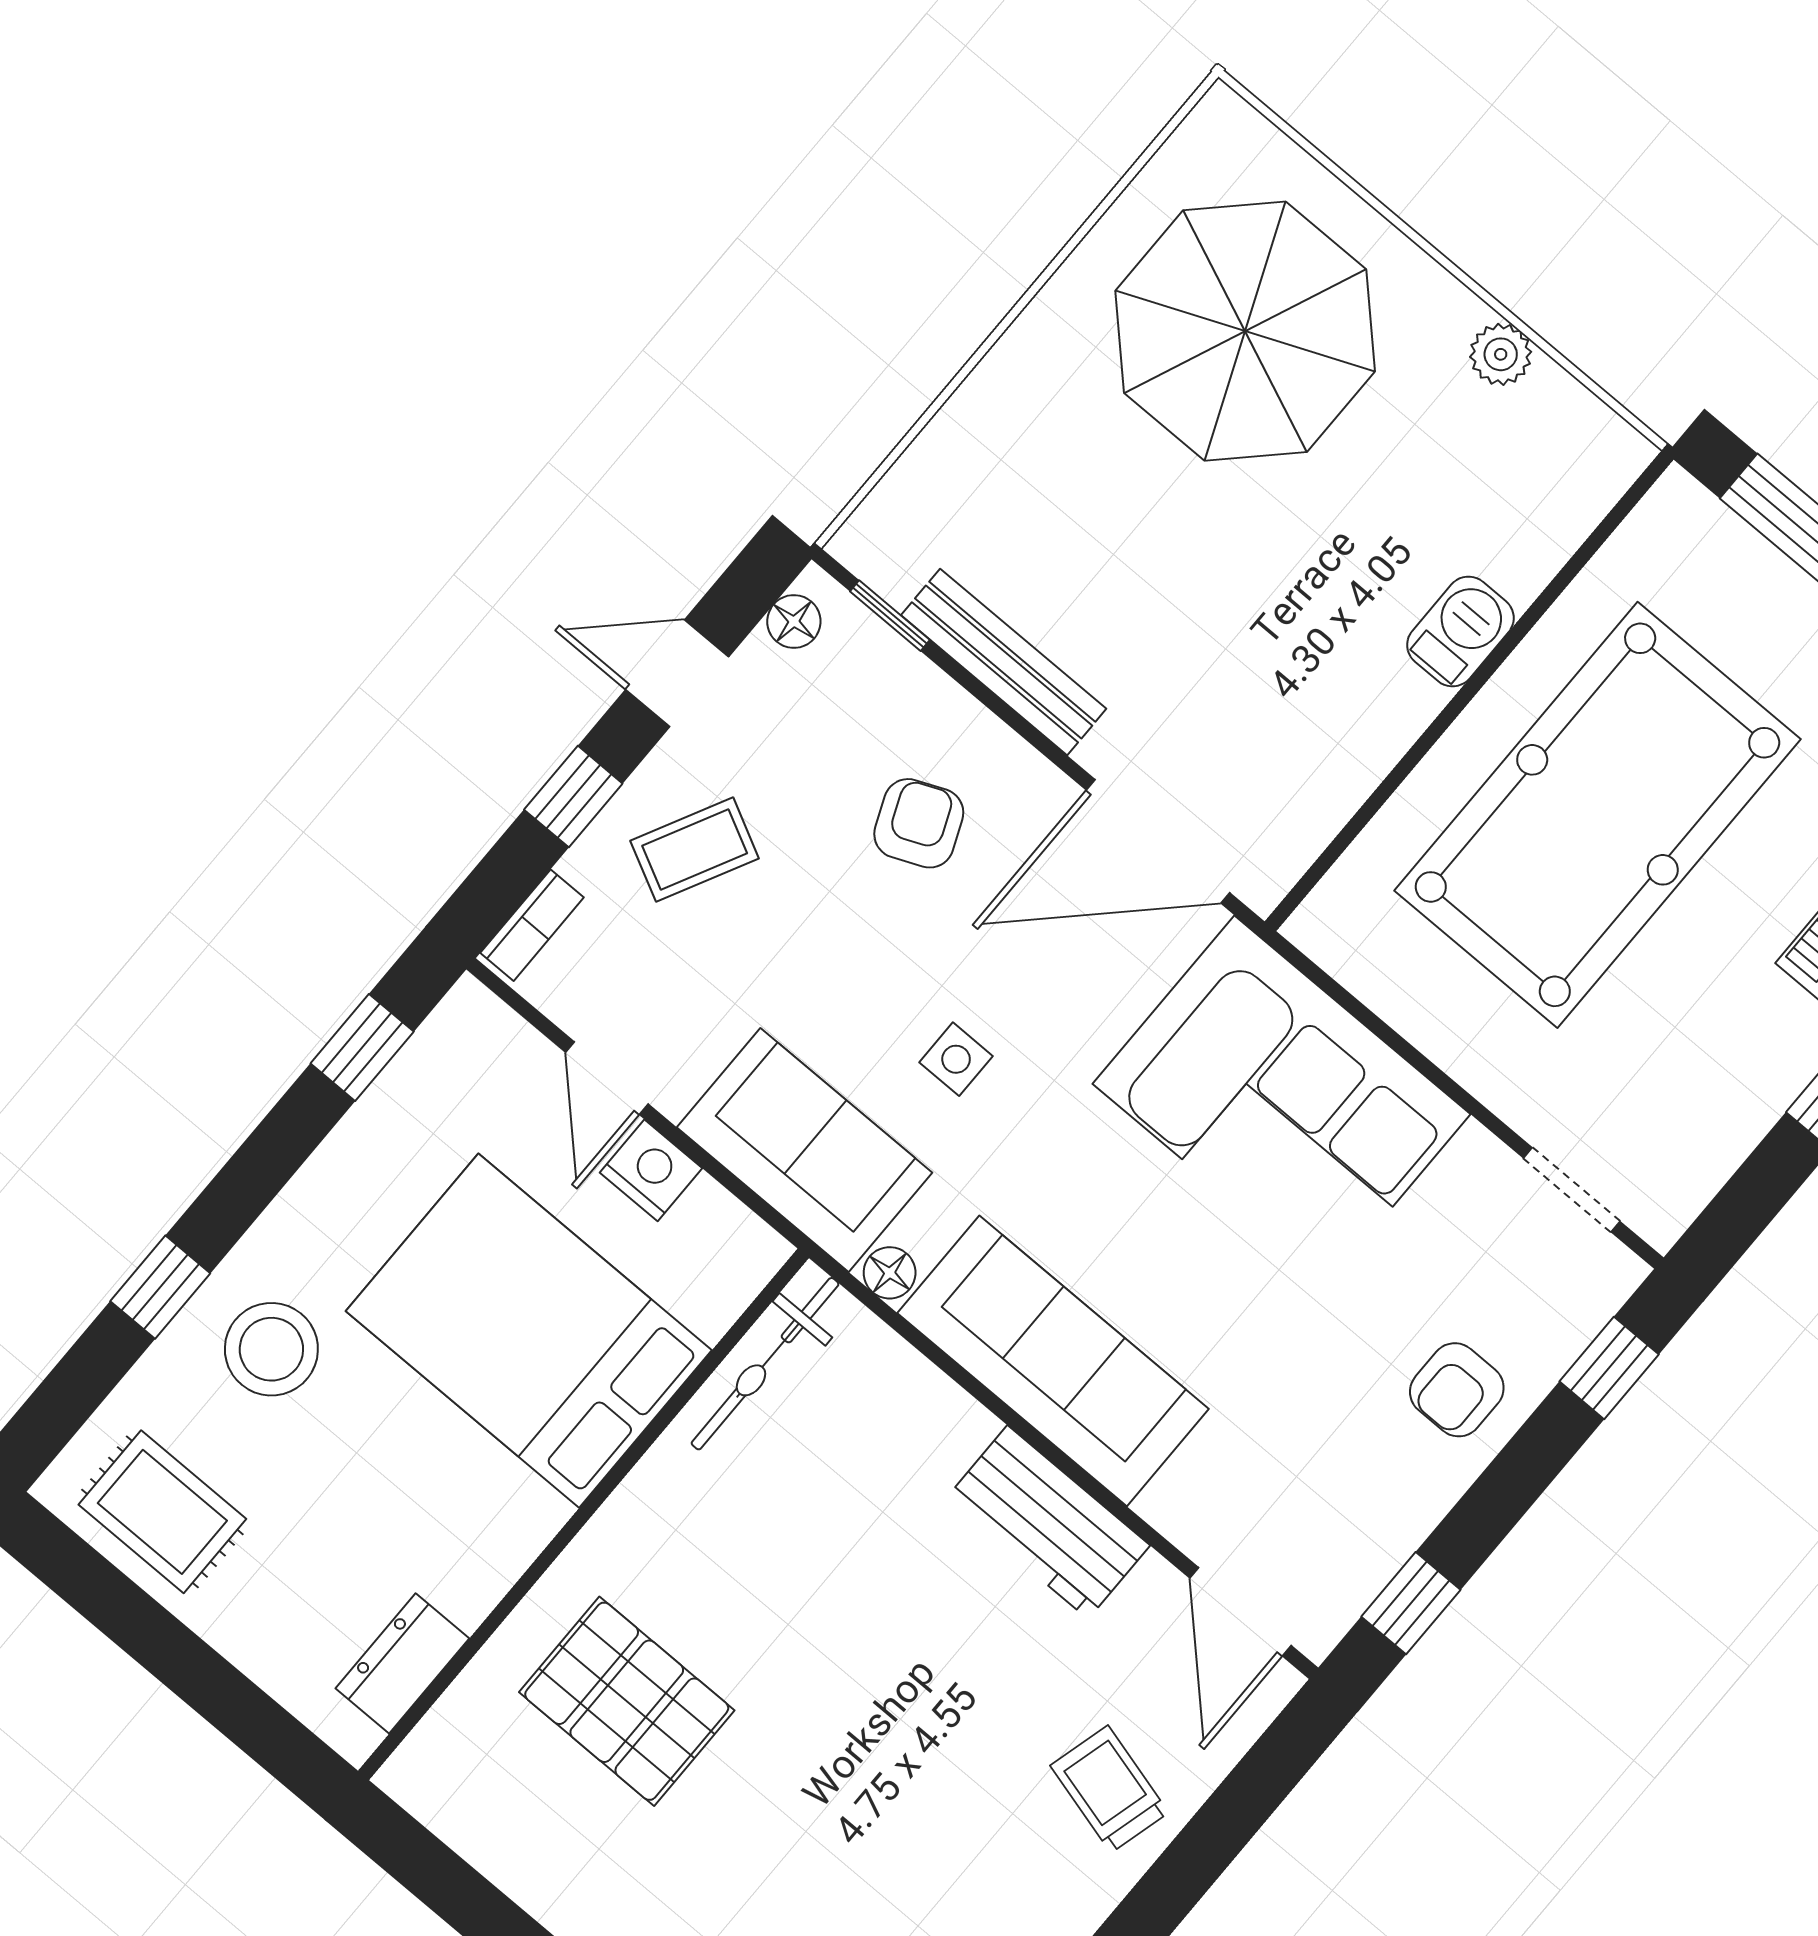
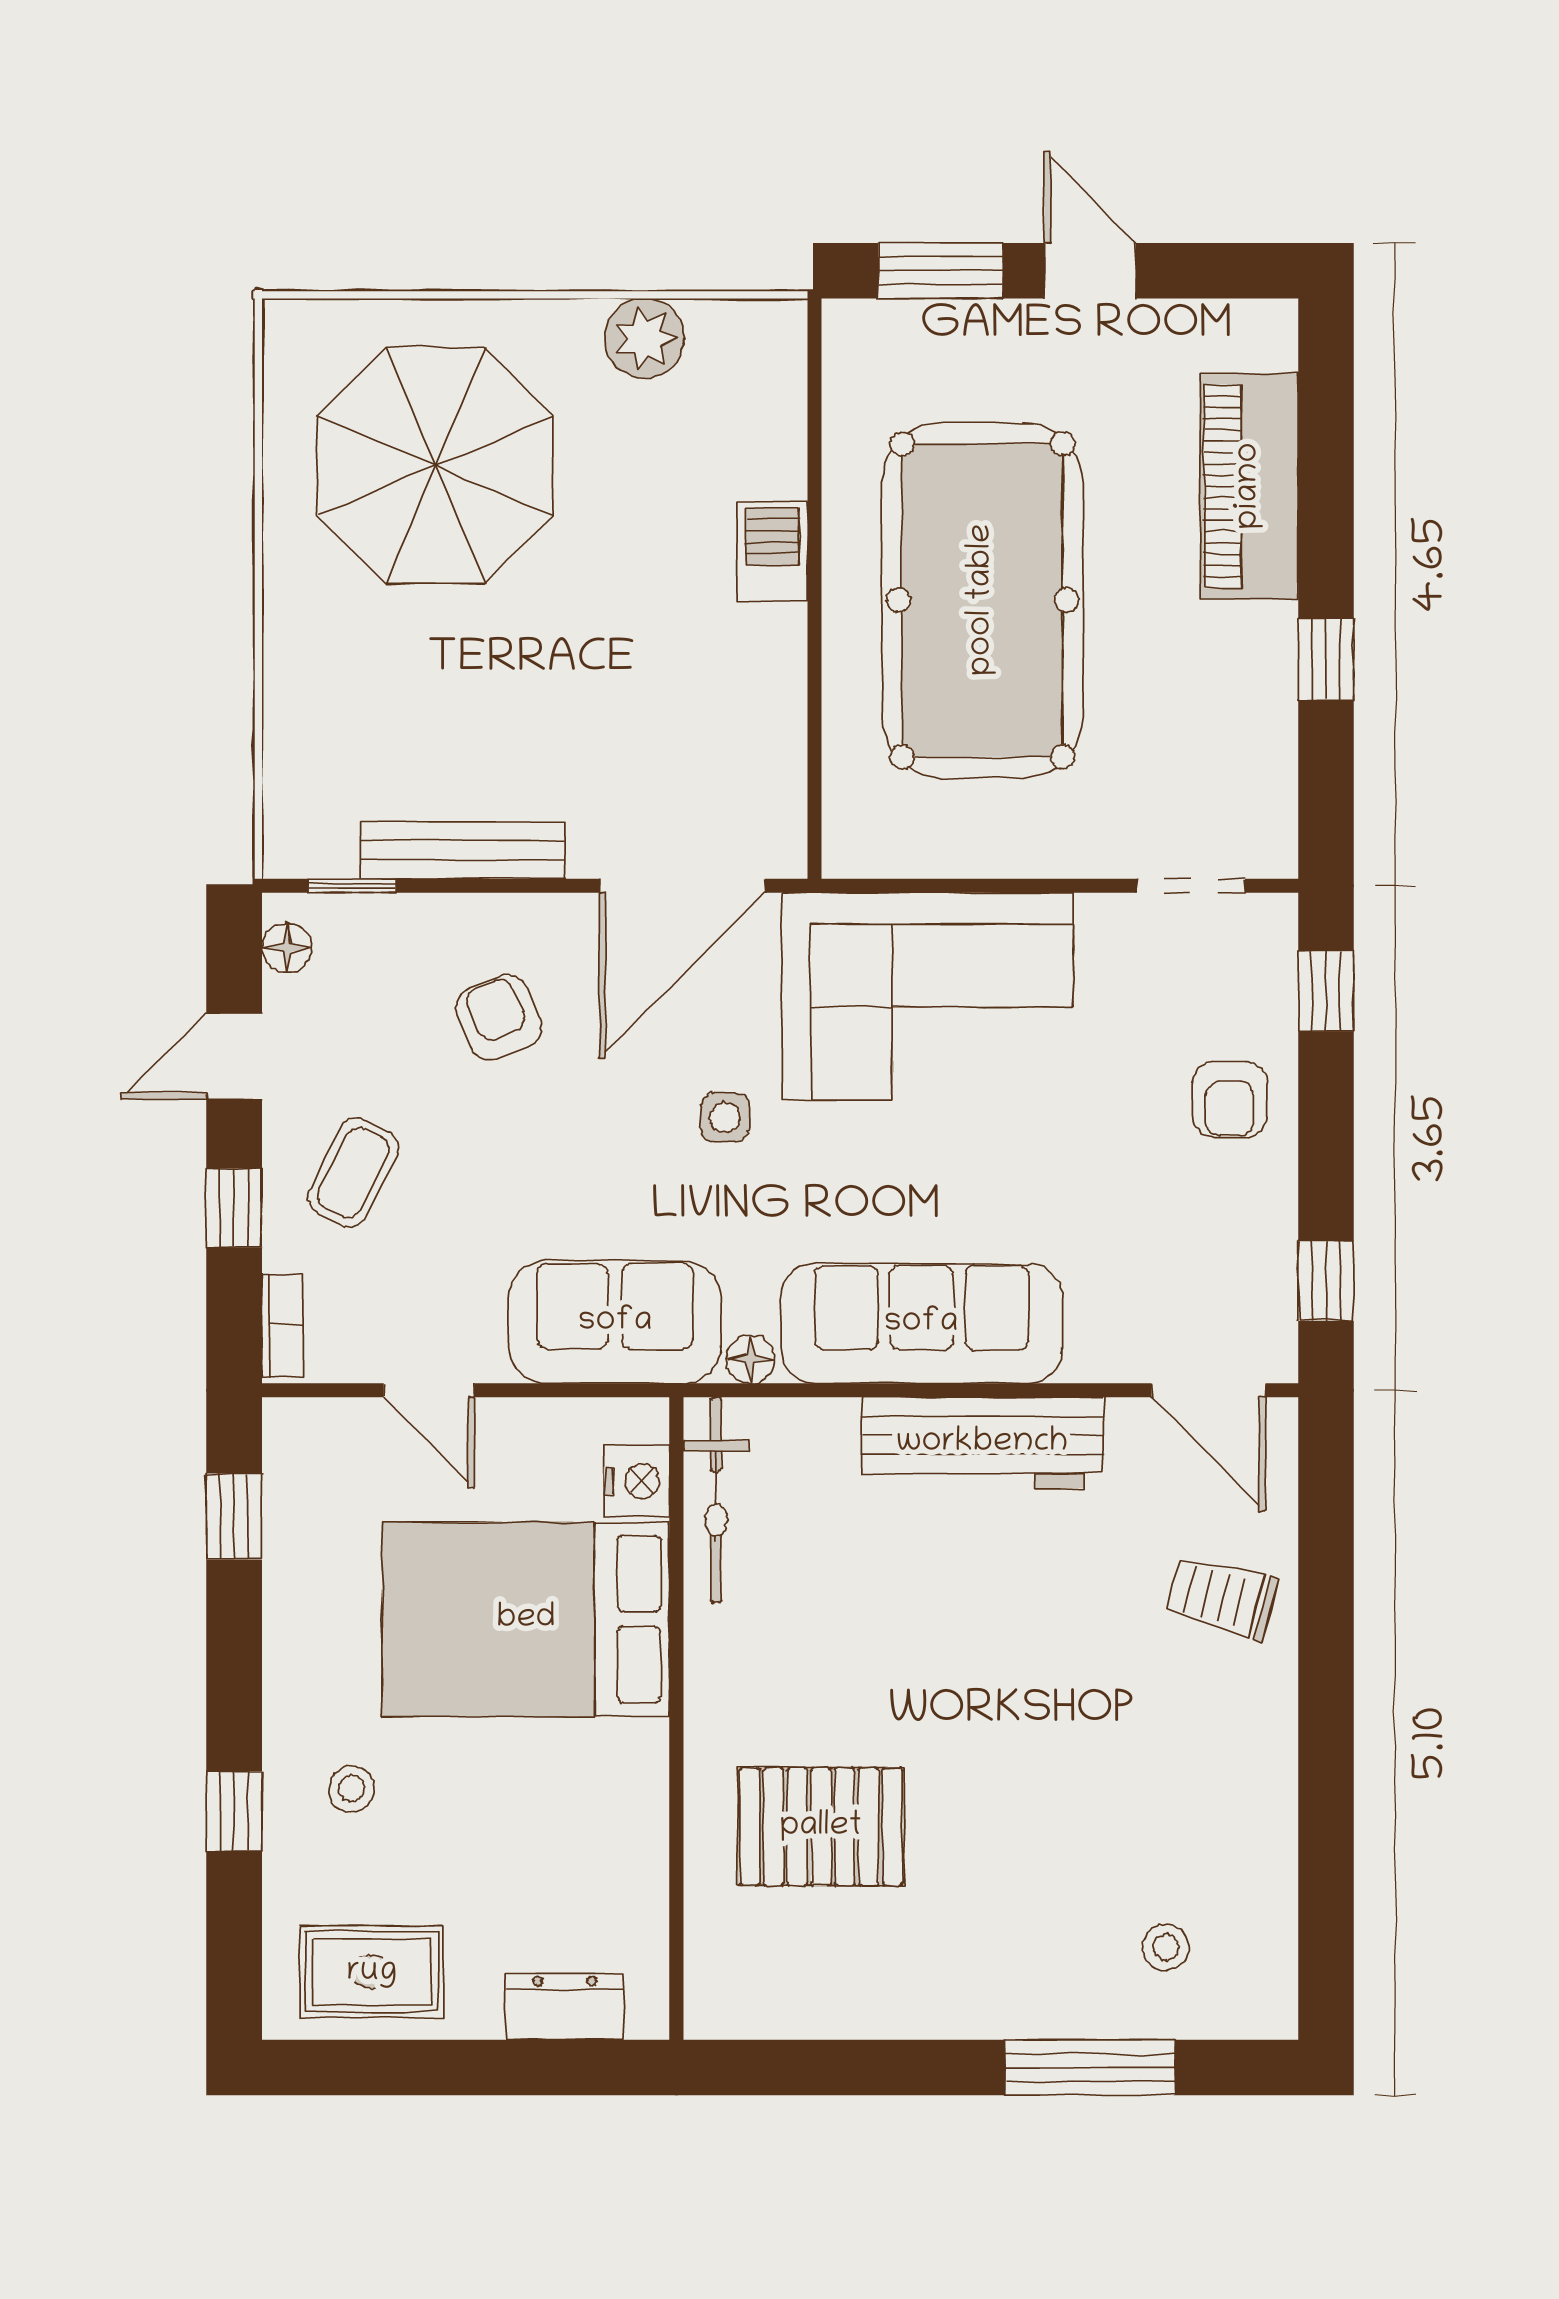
plant: (1501, 354) -> (644, 338), width x1.38, depth x1.38
side table: (956, 1059) -> (725, 1118), moved
nightstand: (651, 1170) -> (637, 1481), moved, turned 90
stool: (271, 1349) -> (352, 1789), width x0.53, depth x0.53
workbench: (1048, 1522) -> (982, 1443), width x1.38
dresser: (402, 1663) -> (565, 2007), moved, turned 90

